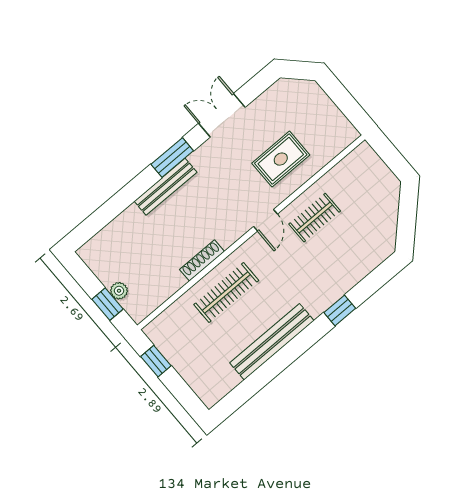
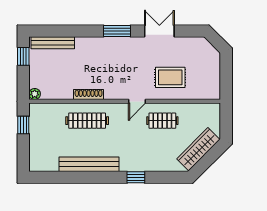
bench: (166, 187) -> (53, 43), moved
wardrobe: (385, 215) -> (198, 149), added
plant: (119, 291) -> (35, 94), moved
window: (108, 304) -> (23, 56), moved

